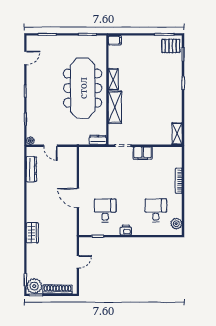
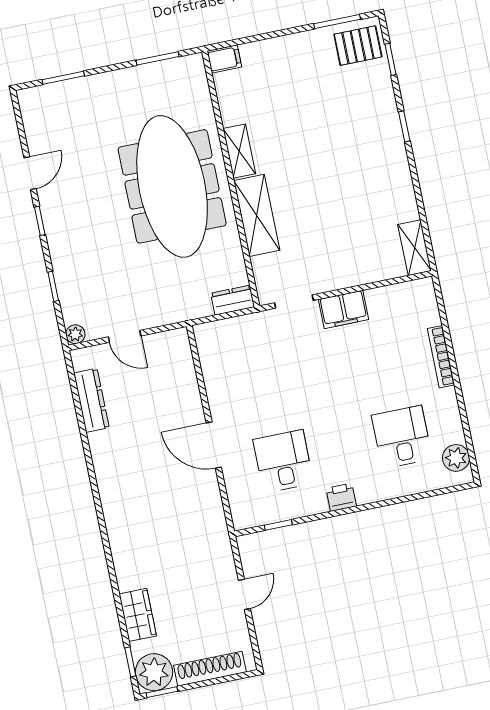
door: (25, 58) -> (30, 173), moved
wardrobe: (32, 233) -> (138, 615), moved

